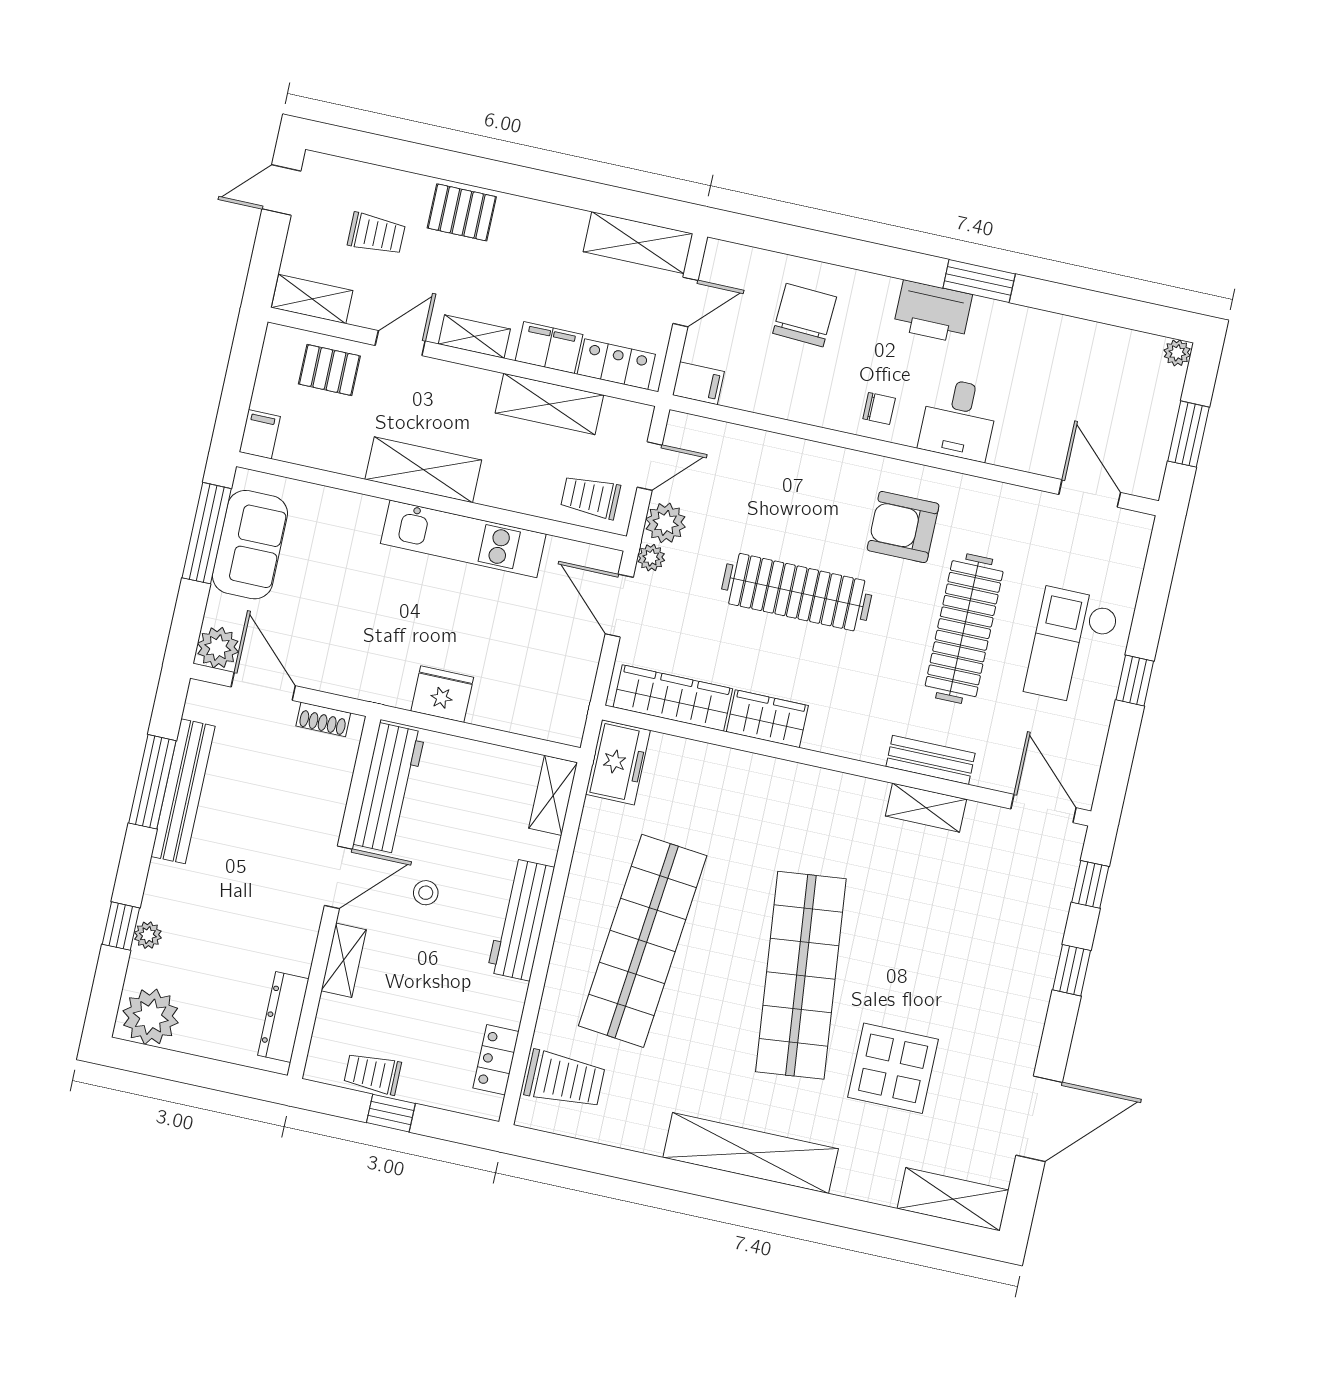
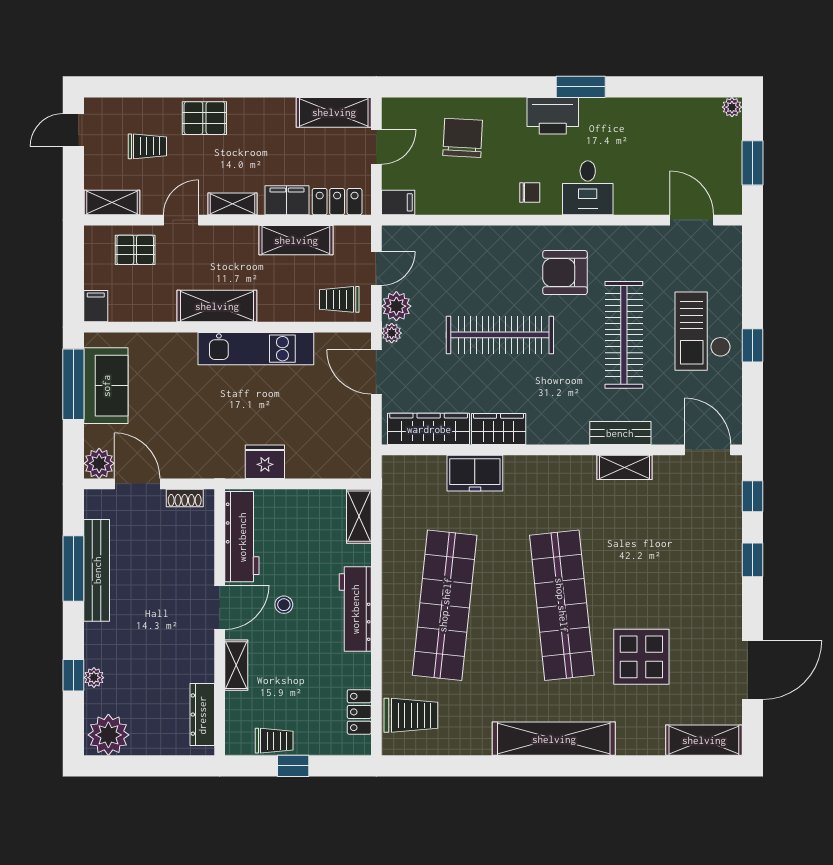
freezer: (618, 762) -> (475, 473), moved, turned 90
trolley: (373, 1073) -> (274, 741), turned 180

